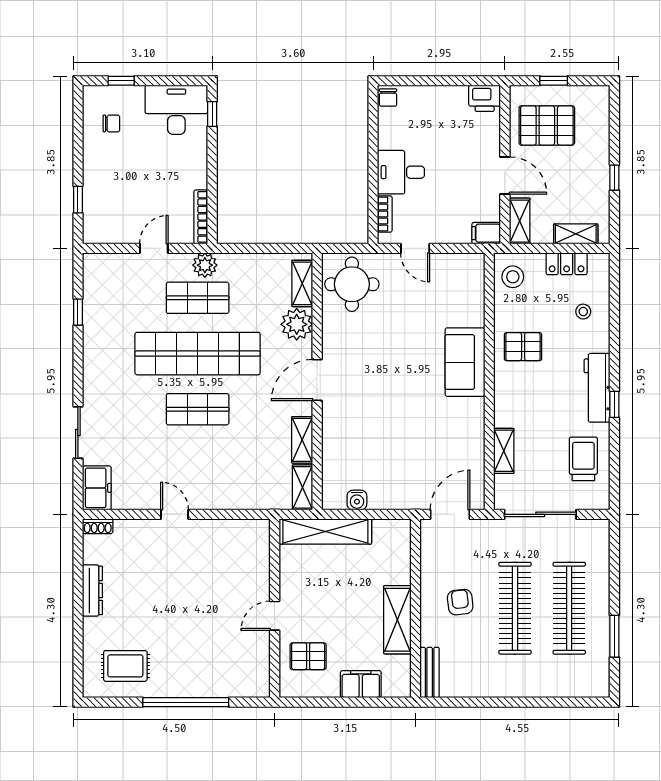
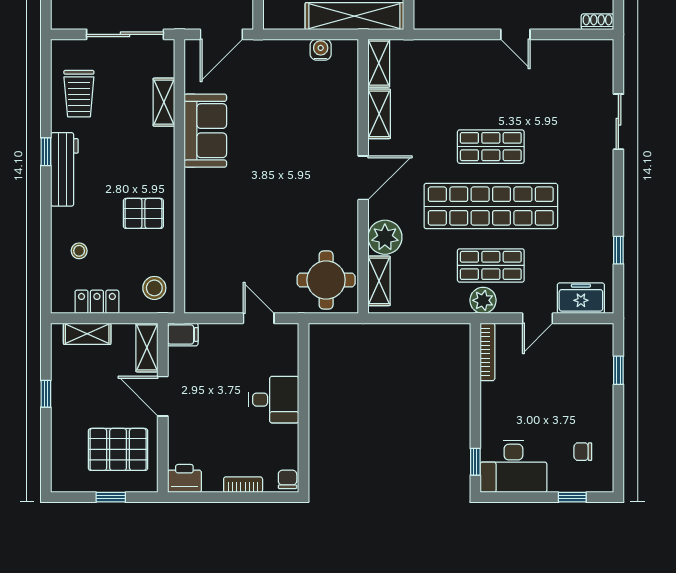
bookcase: (385, 214) -> (243, 485), moved, turned 90
sofa: (465, 362) -> (205, 131), moved
freezer: (97, 488) -> (581, 298), moved, turned 90

